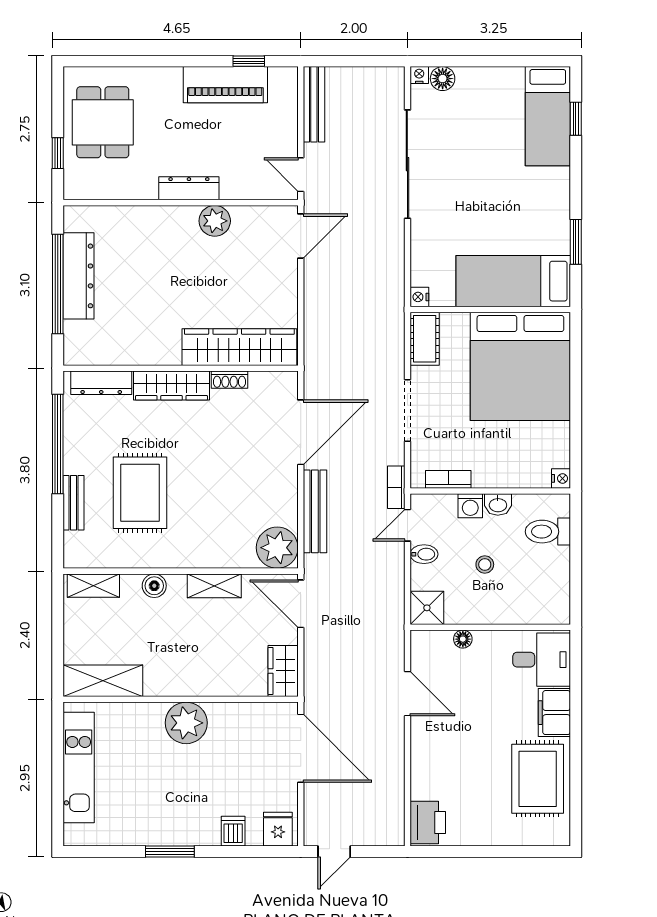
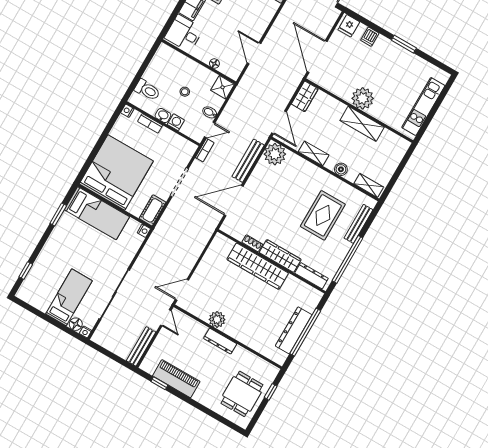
bed: (548, 116) -> (69, 297), moved
wardrobe: (239, 347) -> (258, 266), moved
bookcase: (448, 479) -> (150, 123), moved
bench: (73, 503) -> (358, 224), width x1.36
shelving: (103, 681) -> (362, 124), moved

